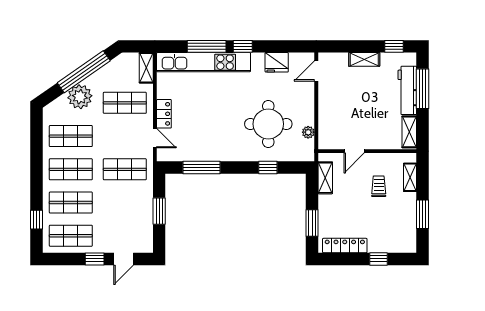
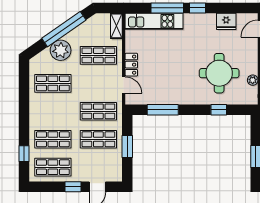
kitchen unit: (204, 62) -> (154, 21), width x0.73
shop shelf: (71, 169) -> (98, 139), moved

